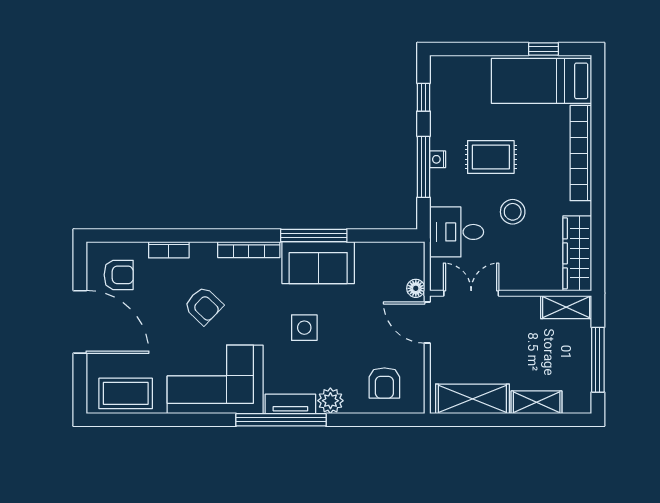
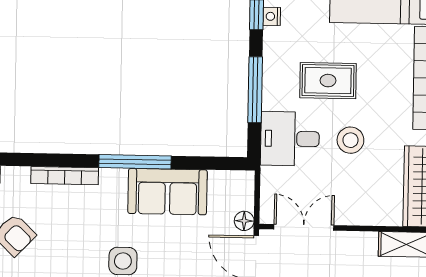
nightstand: (438, 159) -> (272, 16), moved
desk: (457, 232) -> (290, 139), moved
sofa: (318, 263) -> (167, 192), moved

